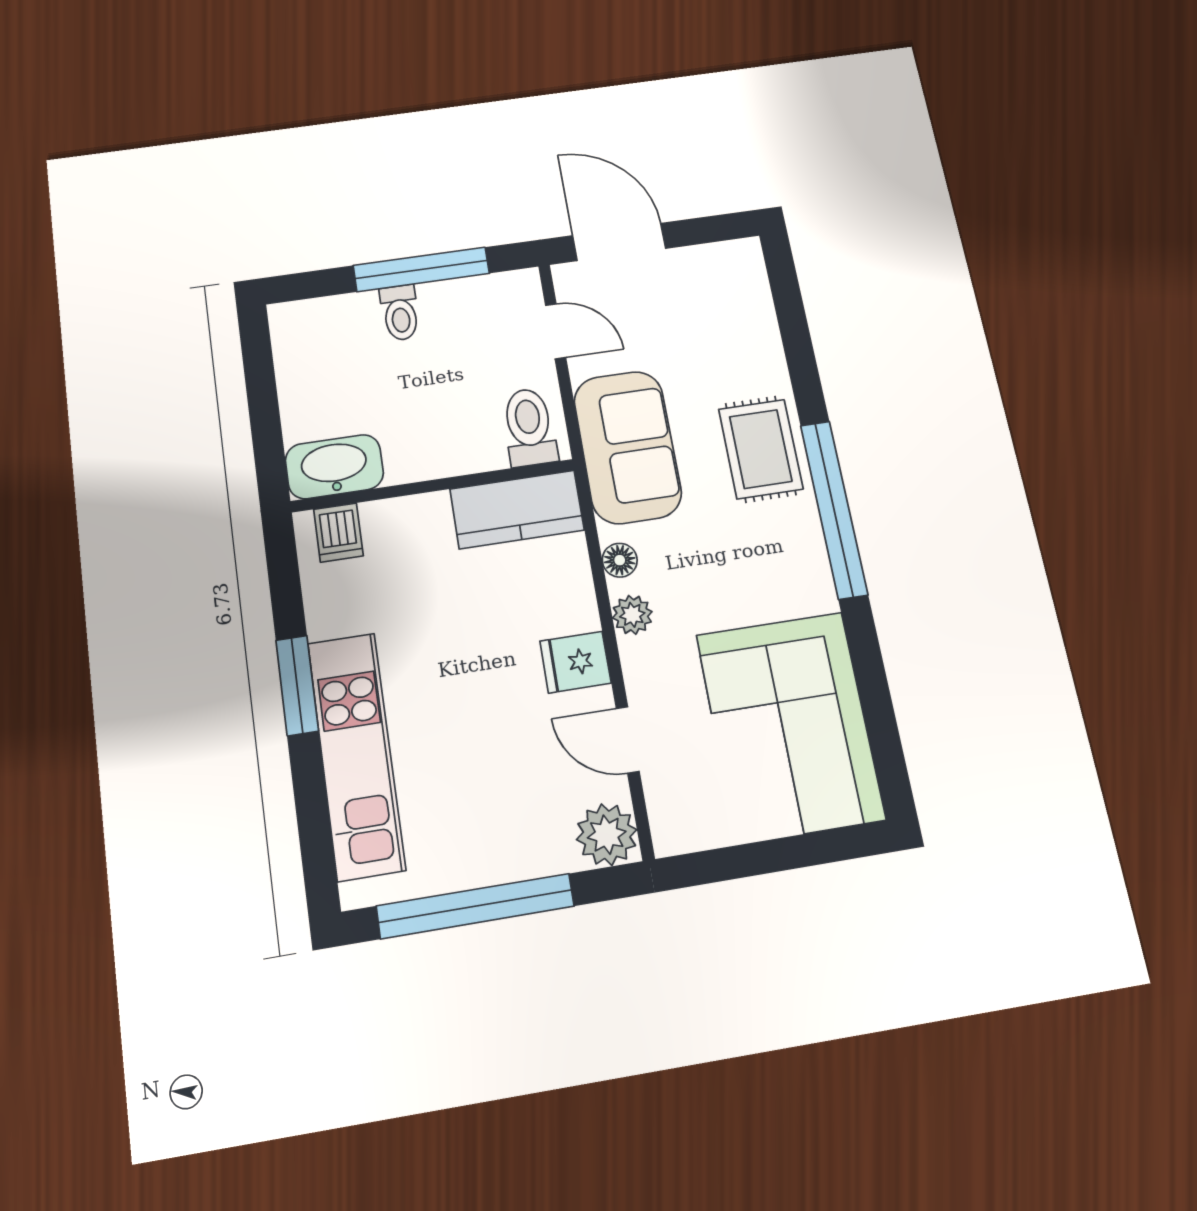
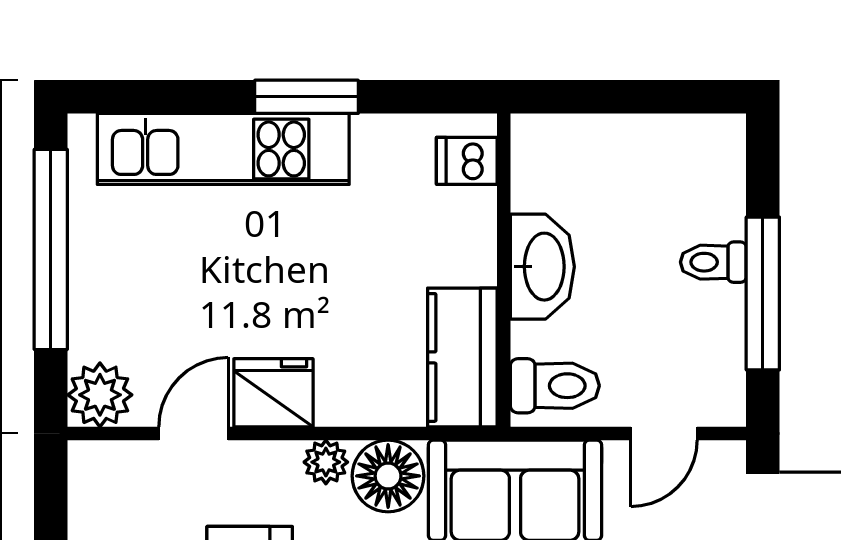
washbasin: (334, 467) -> (542, 267), moved
floor lamp: (620, 560) -> (388, 476), width x1.89, depth x1.89
fridge: (575, 662) -> (273, 393), width x1.38

